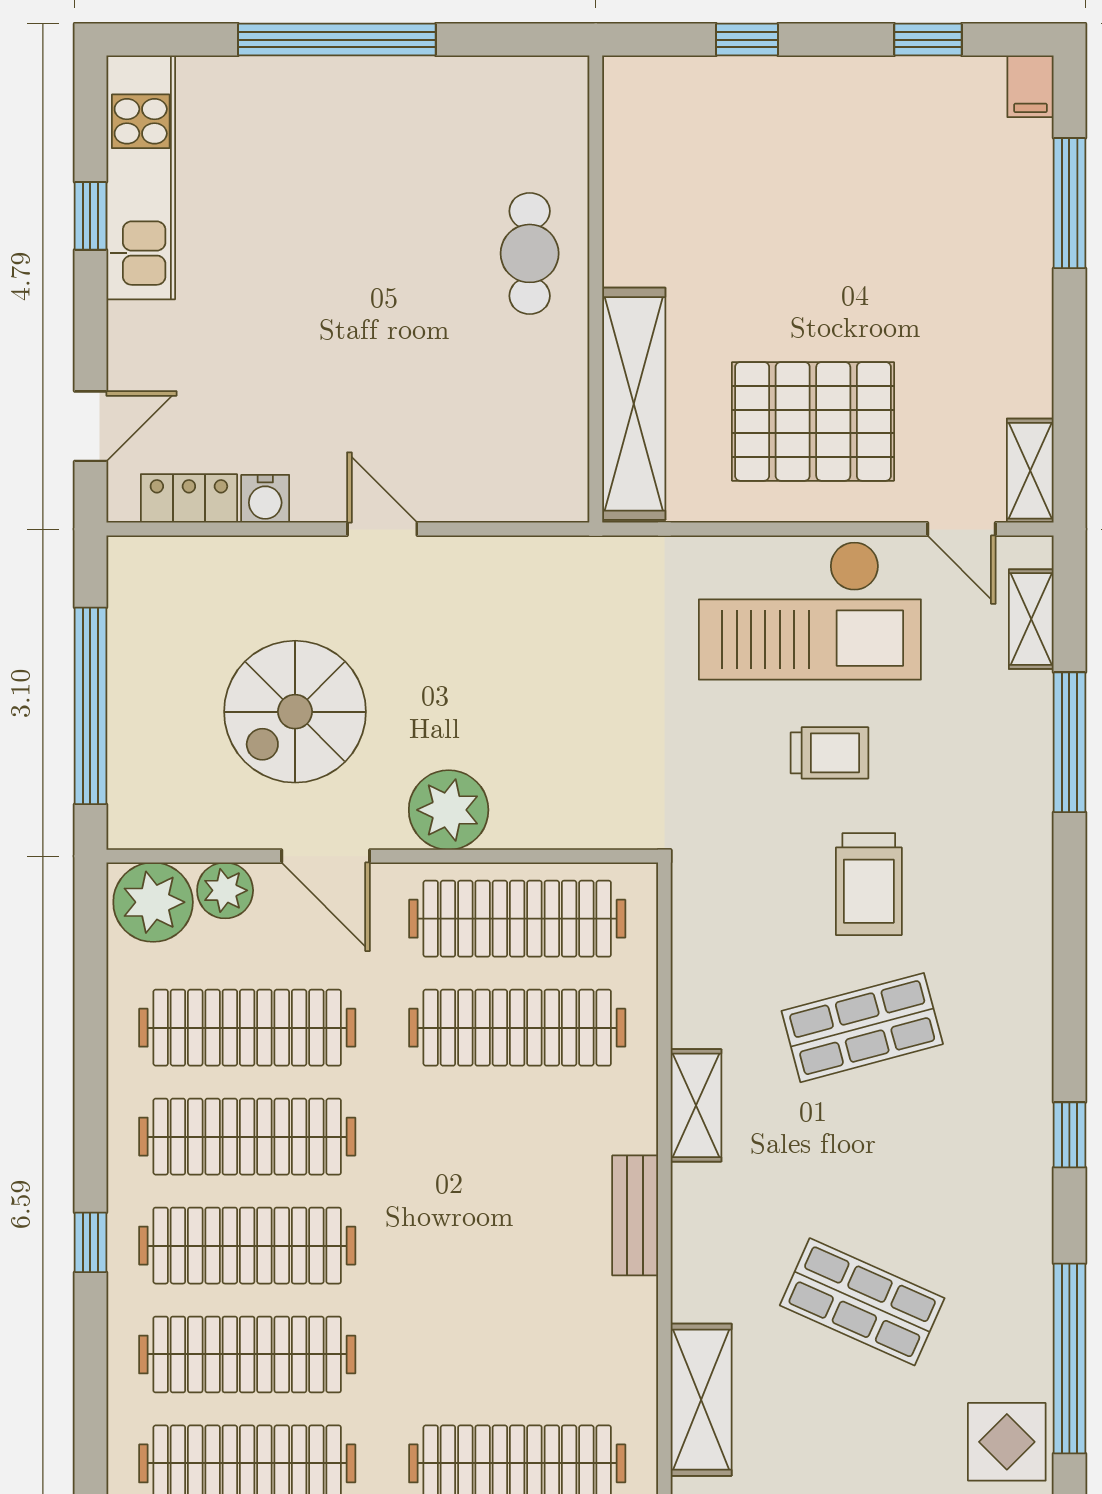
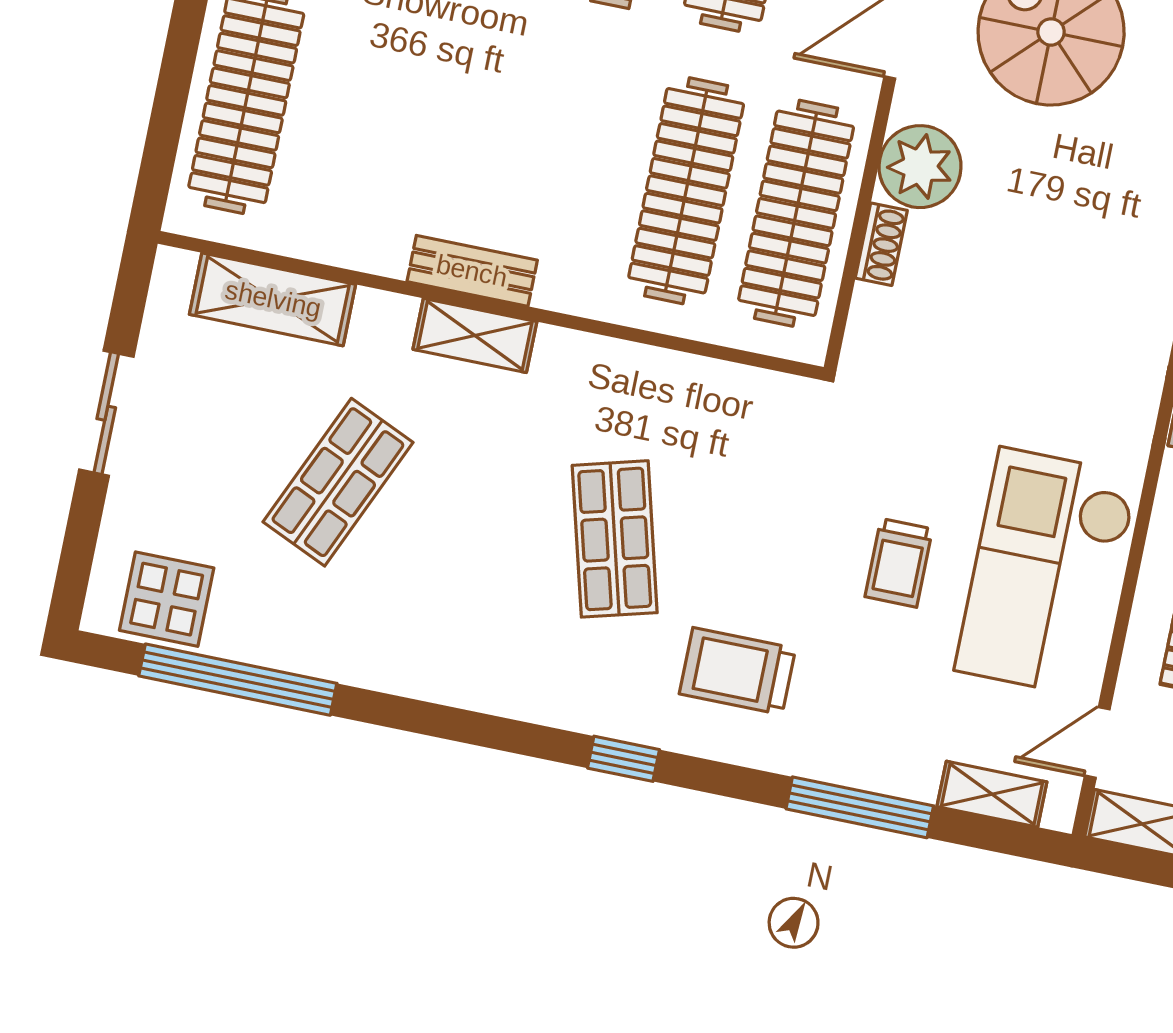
shoe rack: (530, 832) -> (881, 244), added
trolley: (869, 884) -> (737, 671), moved
shelving: (696, 1105) -> (475, 335), moved
window: (1069, 1135) -> (623, 759), moved

